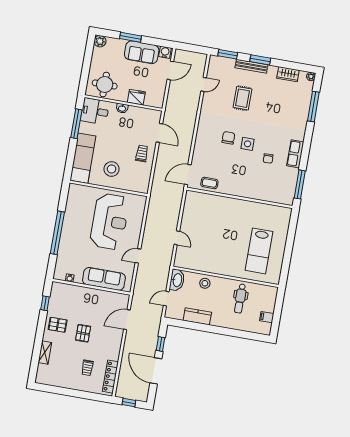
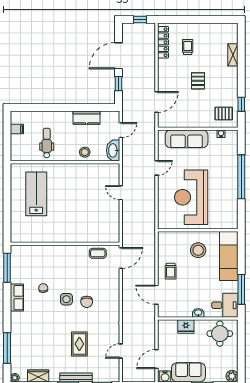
pallet: (58, 325) -> (224, 114), moved
door: (156, 371) -> (119, 56), swing flipped

